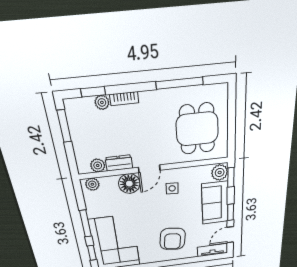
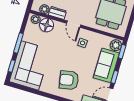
door: (149, 169) -> (74, 24), hinge flipped
floor lamp: (129, 184) -> (47, 25), moved
armchair: (173, 239) -> (69, 80), turned 72

